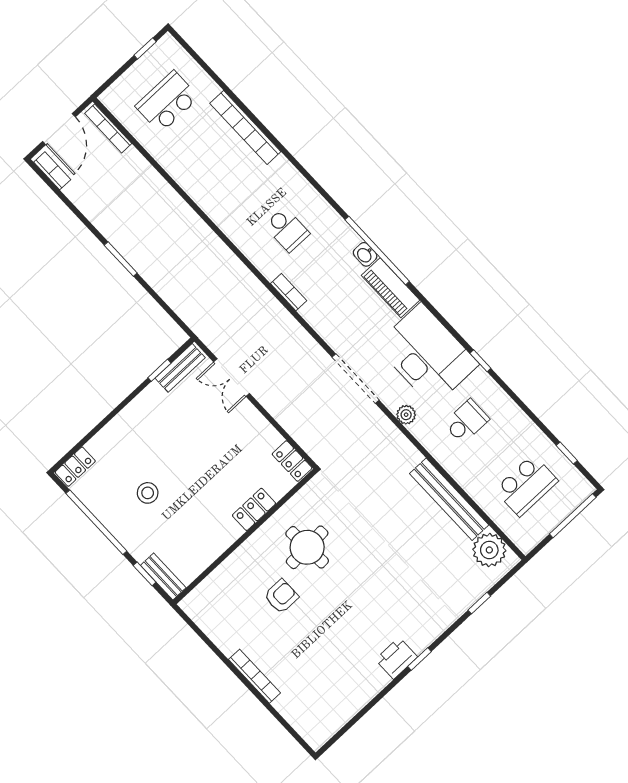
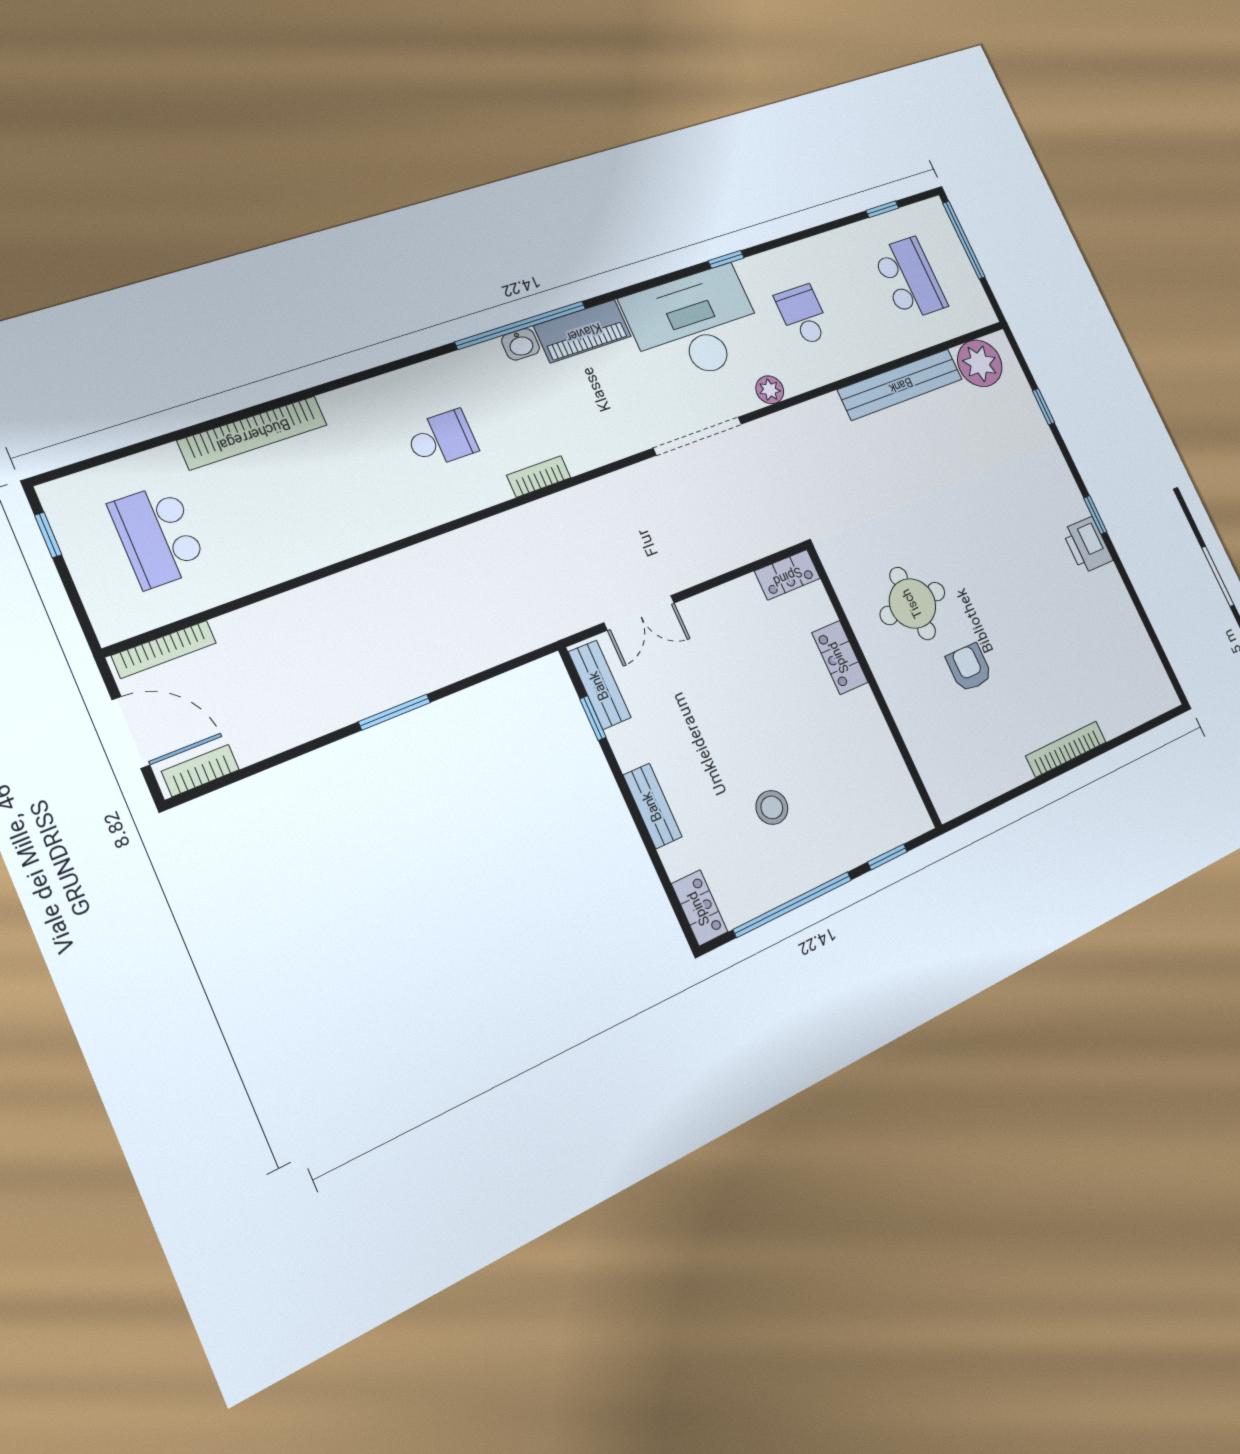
bench: (163, 576) -> (653, 806), moved, turned 90

